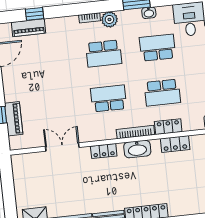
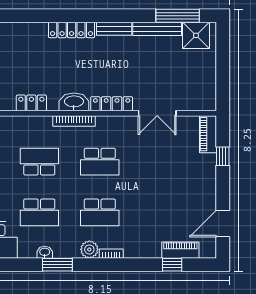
school desk: (104, 53) -> (100, 212), turned 180
piano: (14, 119) -> (208, 134), moved
locker: (168, 127) -> (37, 123), removed
locker: (104, 151) -> (112, 104), width x1.53

